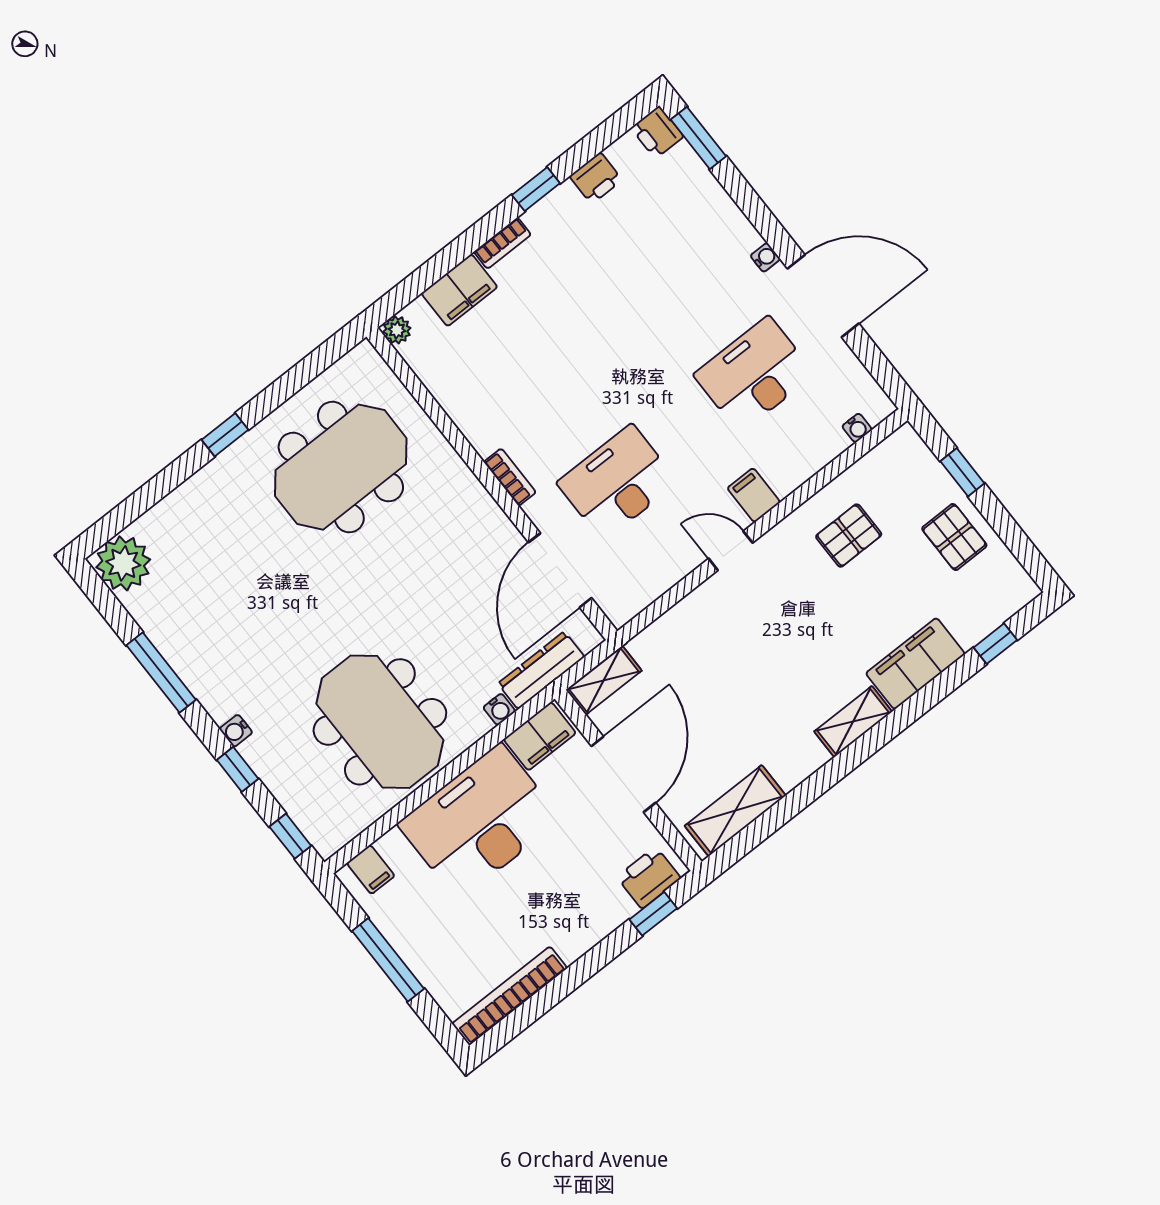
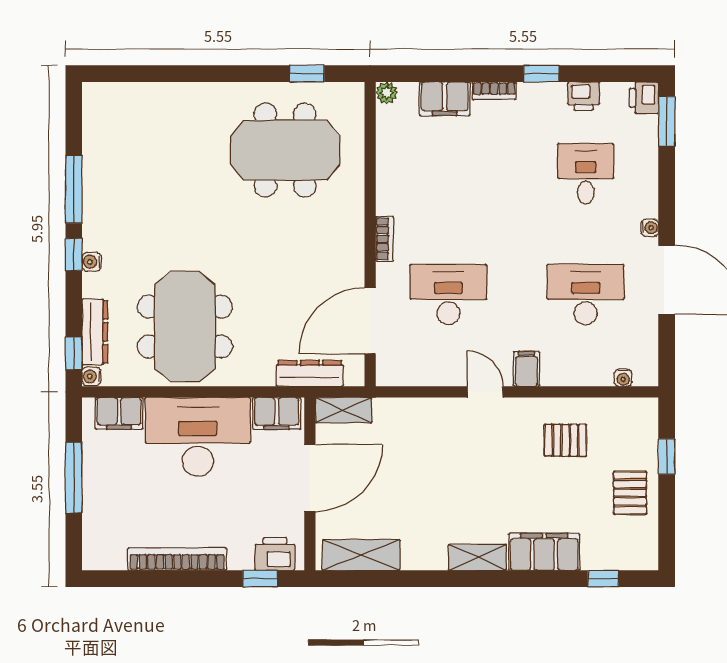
desk: (659, 254) -> (586, 174), added
window: (225, 435) -> (307, 74), moved
plant: (123, 563) -> (104, 103), removed
water cooler: (499, 709) -> (91, 376), moved, turned 90
window: (238, 769) -> (74, 255), moved
dresser: (294, 798) -> (95, 332), added
filing cabinet: (371, 869) -> (119, 413), width x2.00
bookcase: (510, 996) -> (177, 559), moved

